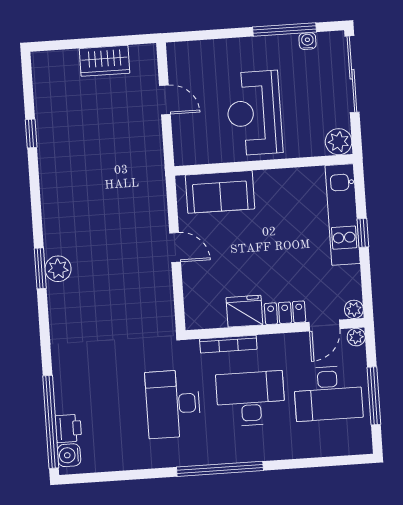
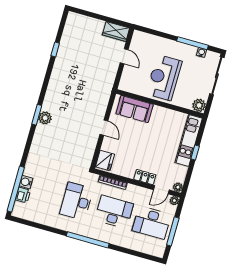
wardrobe: (105, 61) -> (116, 31), moved
fridge: (244, 311) -> (105, 161), moved, turned 90
water cooler: (69, 455) -> (26, 182), moved

